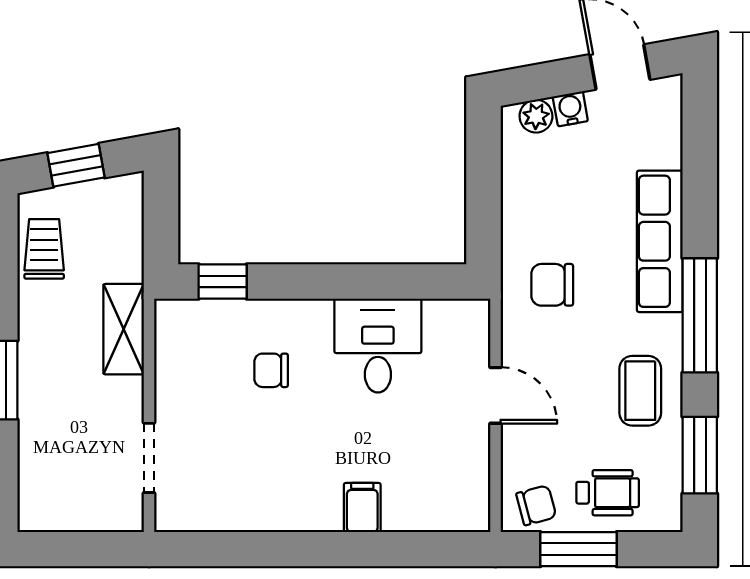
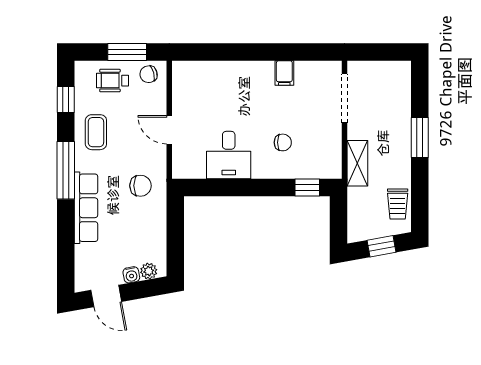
window: (700, 455) -> (66, 100), width x0.67
doorway: (149, 458) -> (344, 98), width x1.38
filing cabinet: (362, 507) -> (284, 73), moved

